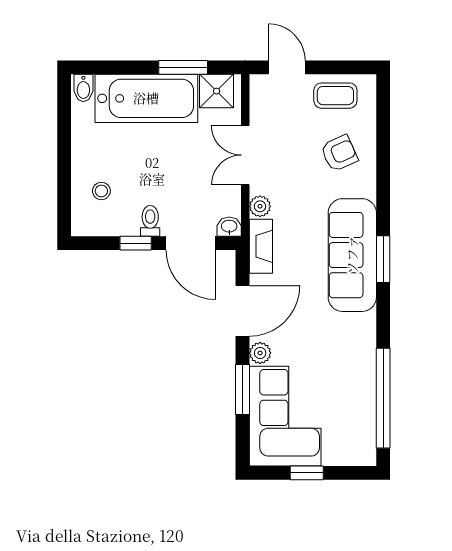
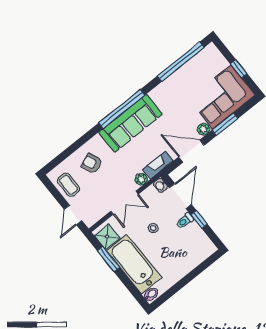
stool: (101, 191) -> (153, 228), moved
window: (383, 259) -> (122, 109), width x2.11

